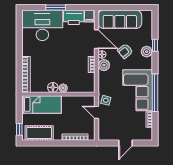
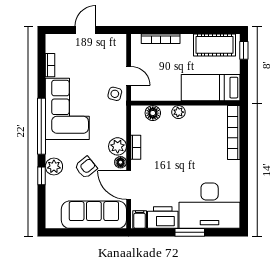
floor lamp: (53, 87) -> (153, 113), moved
window: (155, 93) -> (41, 126), moved

